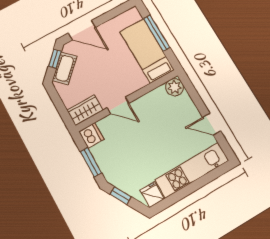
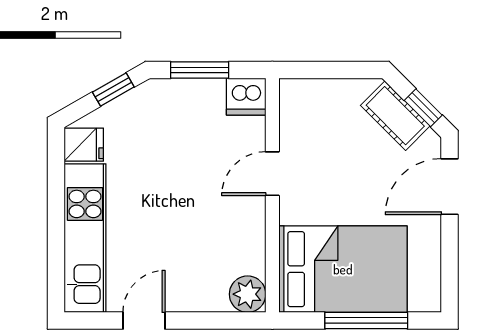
bed: (147, 51) -> (343, 269), width x1.50
wardrobe: (85, 110) -> (297, 110), removed

